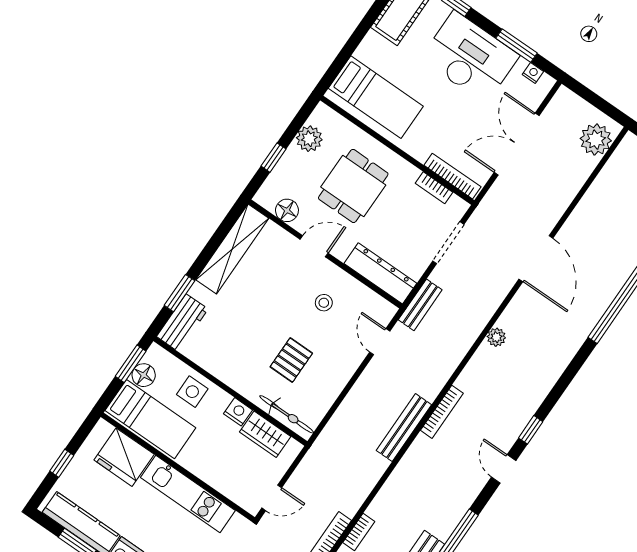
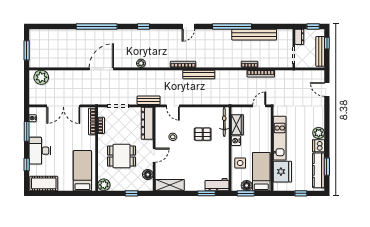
desk: (470, 57) -> (40, 151), width x0.73, depth x0.77
plant: (309, 139) -> (104, 185), moved
door: (314, 246) -> (154, 155), swing flipped
shelving: (232, 249) -> (170, 185), width x0.68
door: (380, 342) -> (173, 106), hinge flipped
window: (531, 430) -> (143, 26), moved
door: (272, 498) -> (259, 106), hinge flipped

